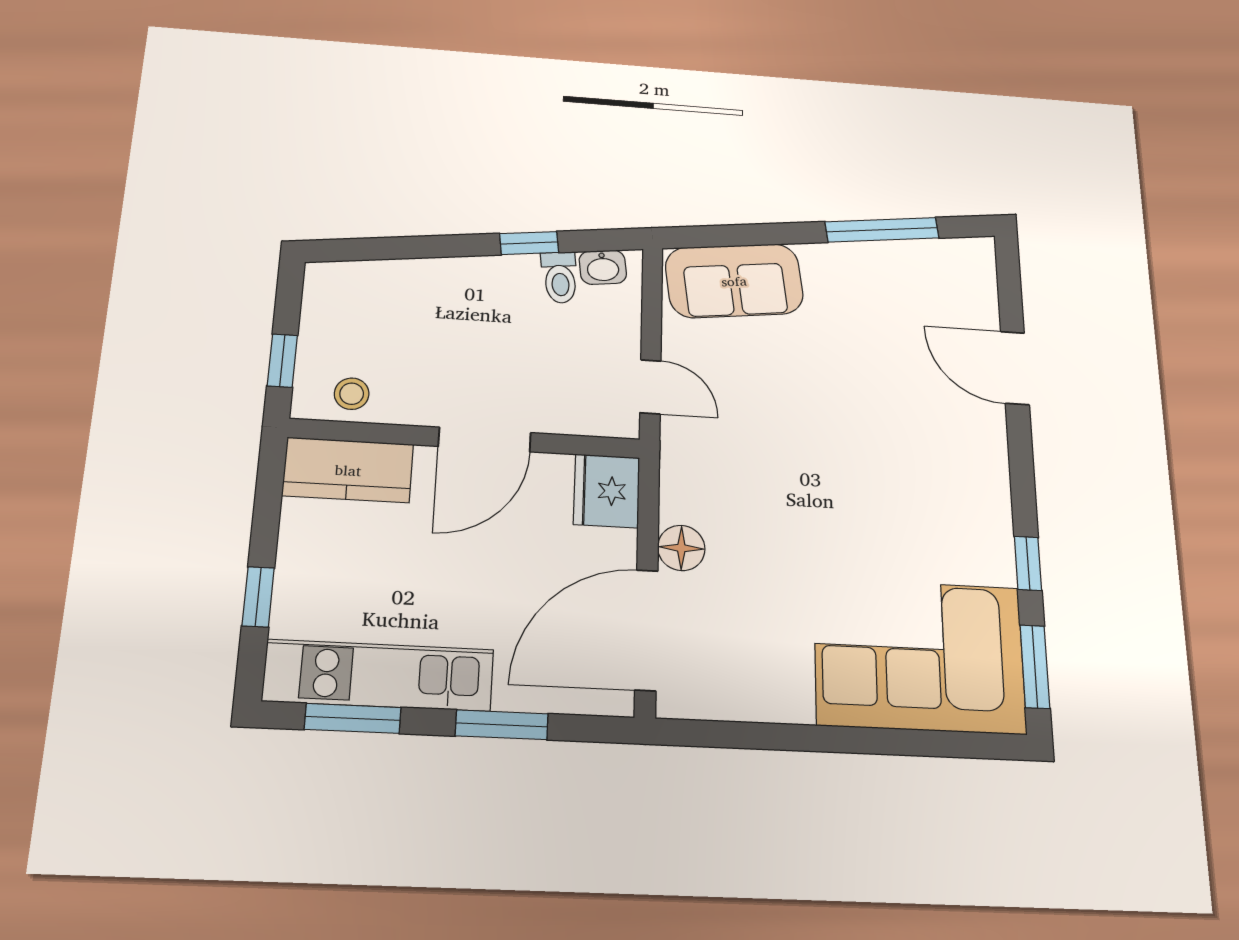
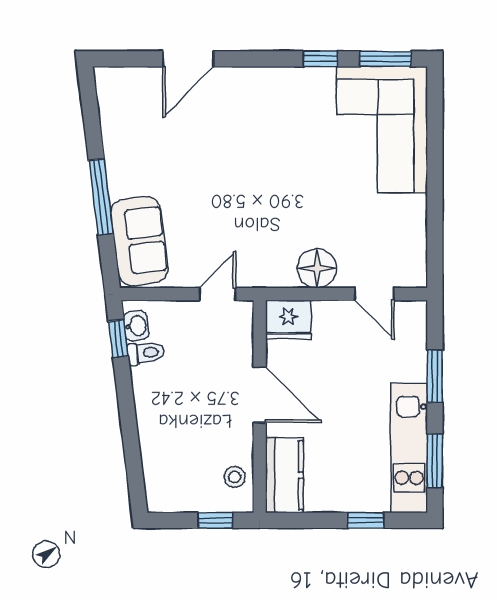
window: (882, 230) -> (101, 197), moved
window: (529, 243) -> (118, 339), moved
floor lamp: (681, 548) -> (317, 268), width x1.38, depth x1.38
door: (646, 630) -> (374, 294), width x0.53

